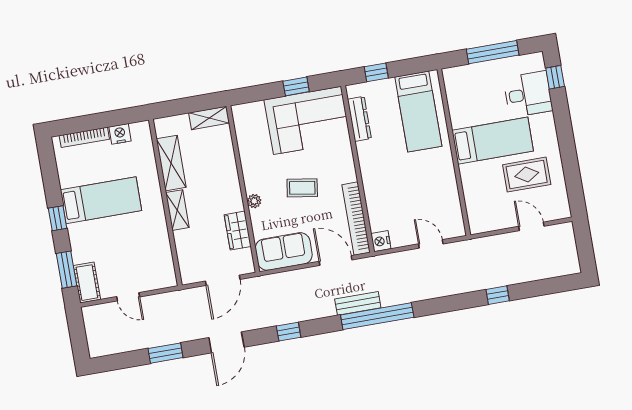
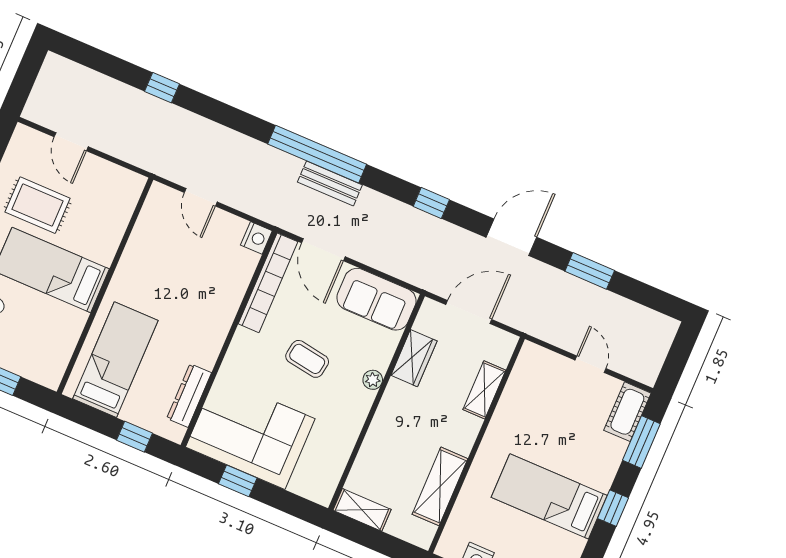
shelving: (177, 210) -> (484, 390), moved

